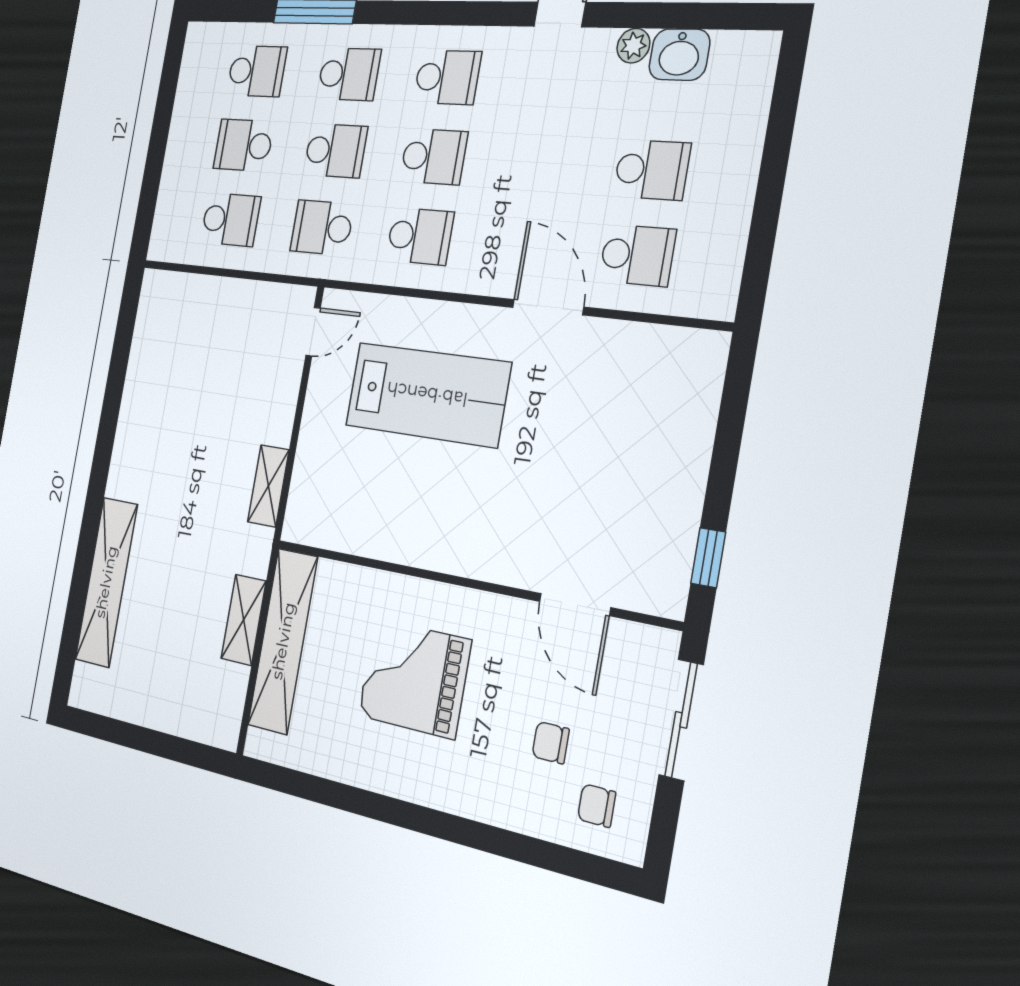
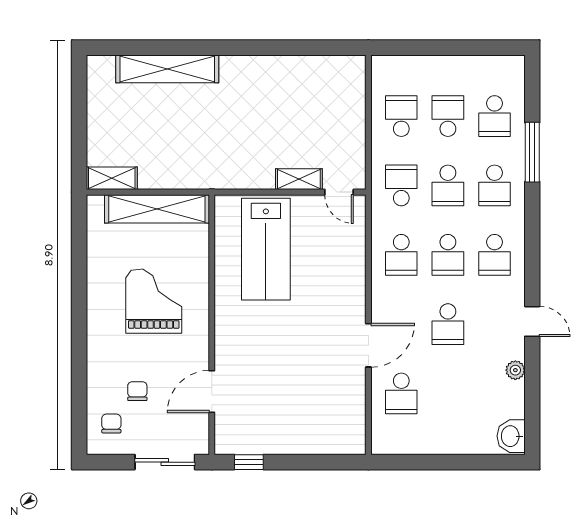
washbasin: (679, 55) -> (511, 436), moved
school desk: (652, 170) -> (448, 324), moved
school desk: (230, 220) -> (401, 116), turned 180
lab bench: (427, 394) -> (266, 249), moved
shelving: (268, 486) -> (299, 179), moved
shelving: (244, 620) -> (112, 178), moved

